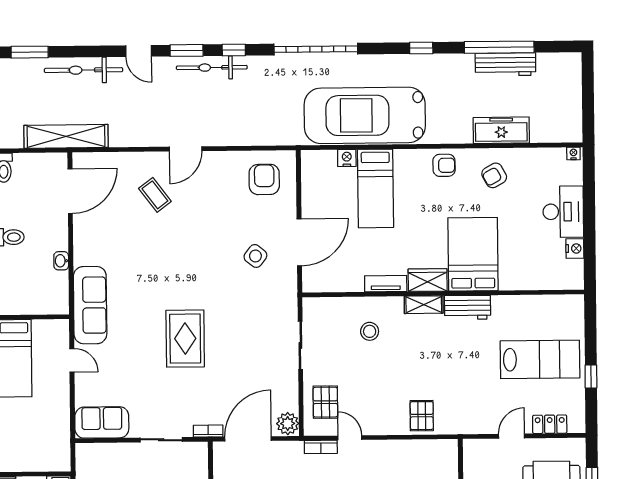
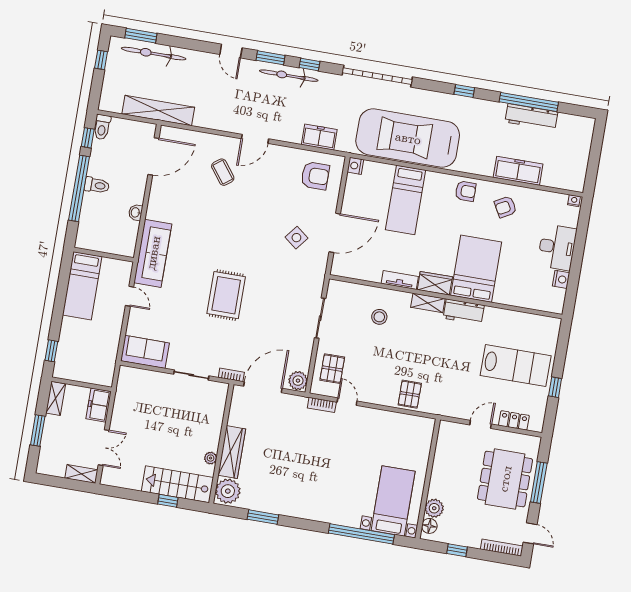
bicycle: (84, 70) -> (154, 54), moved
freezer: (261, 133) -> (319, 137), added
nightstand: (347, 158) -> (355, 166), moved, turned -90
armchair: (264, 179) -> (315, 176), turned 90

